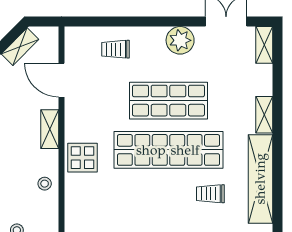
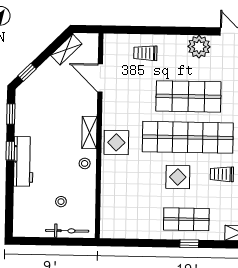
shelving: (50, 129) -> (89, 132), moved
display table: (157, 198) -> (178, 177), added

